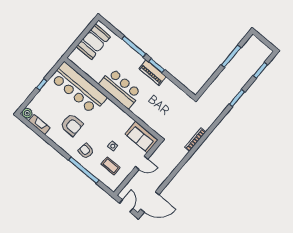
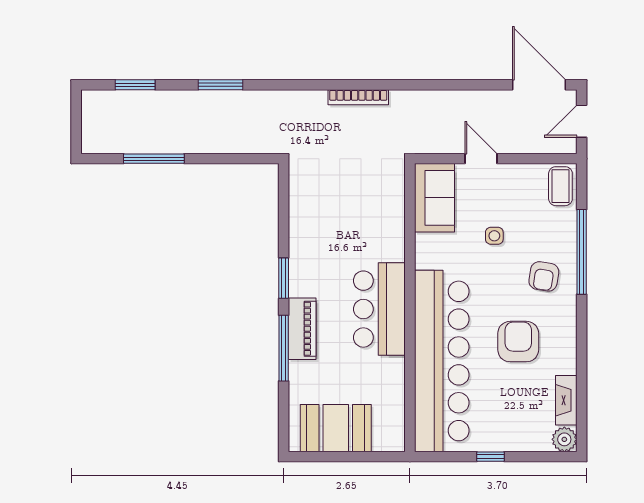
piano: (153, 73) -> (302, 329), moved
bar counter: (78, 88) -> (442, 361), width x1.36
coffee table: (111, 166) -> (560, 186), moved

